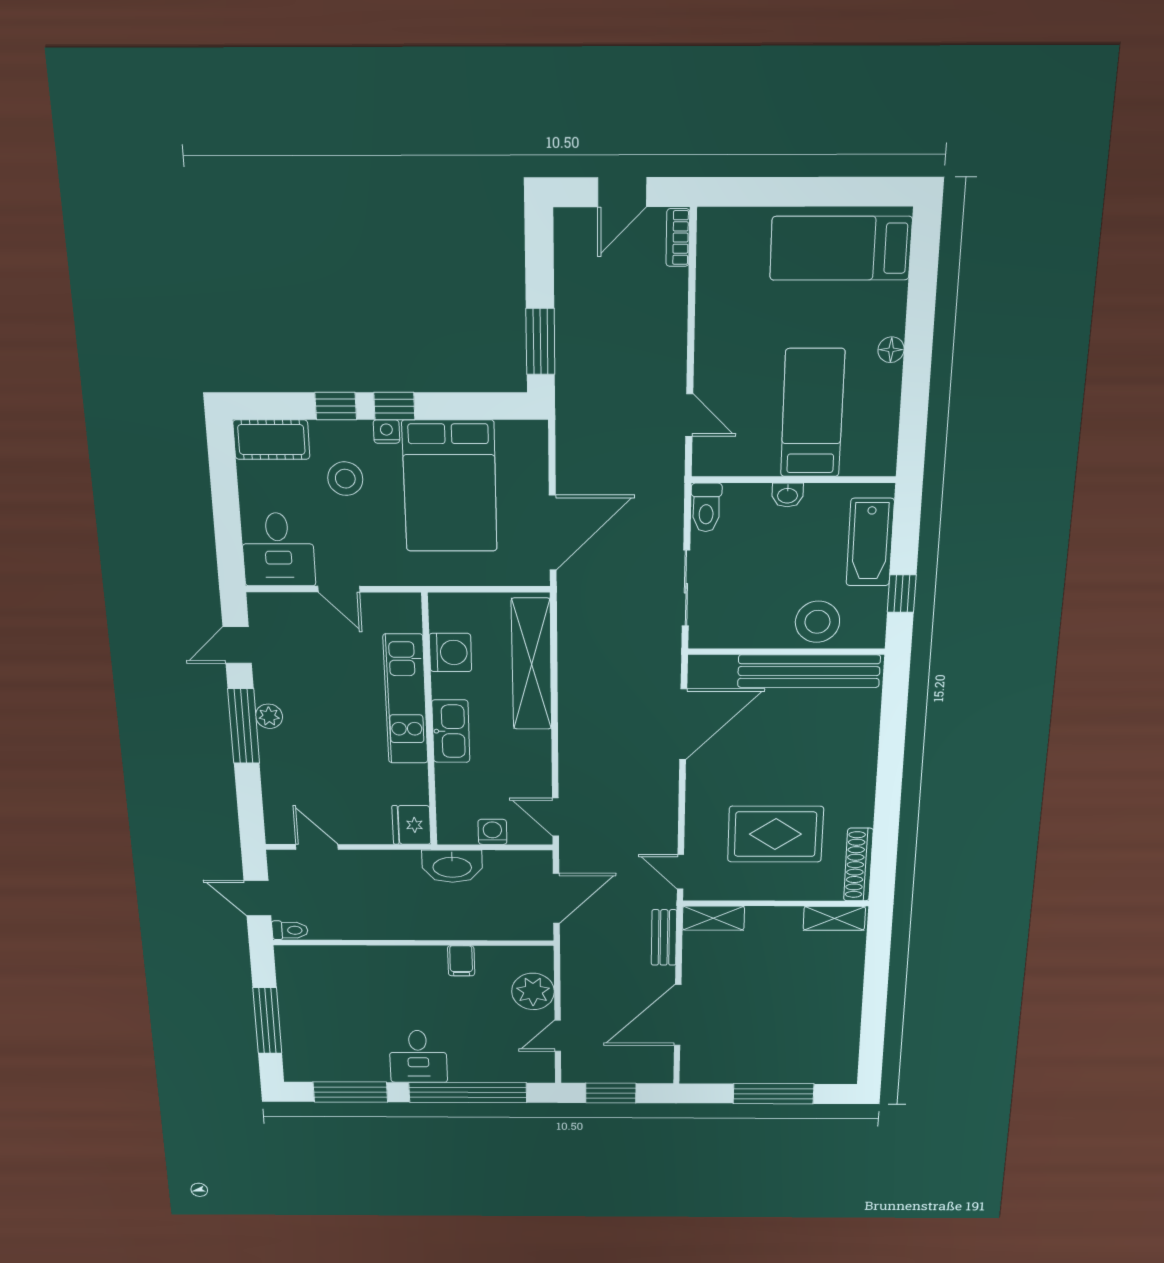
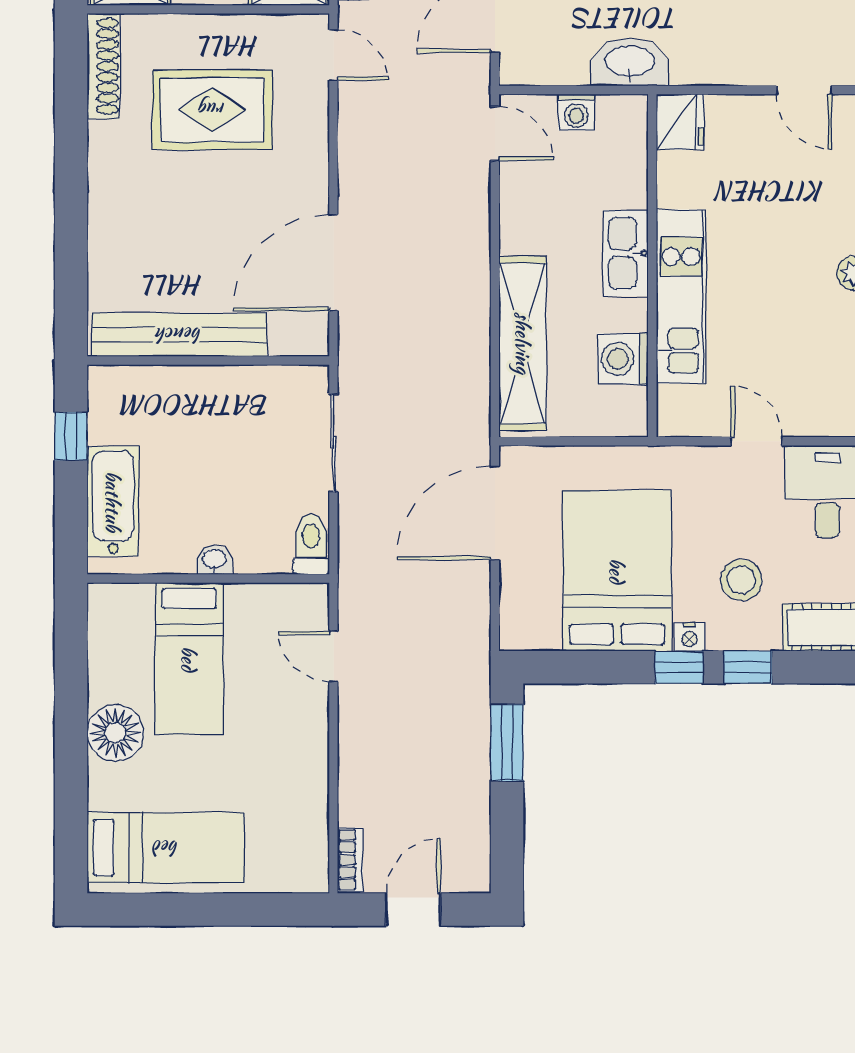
floor lamp: (891, 350) -> (115, 733), width x1.89, depth x1.89
stool: (817, 622) -> (172, 400), removed

